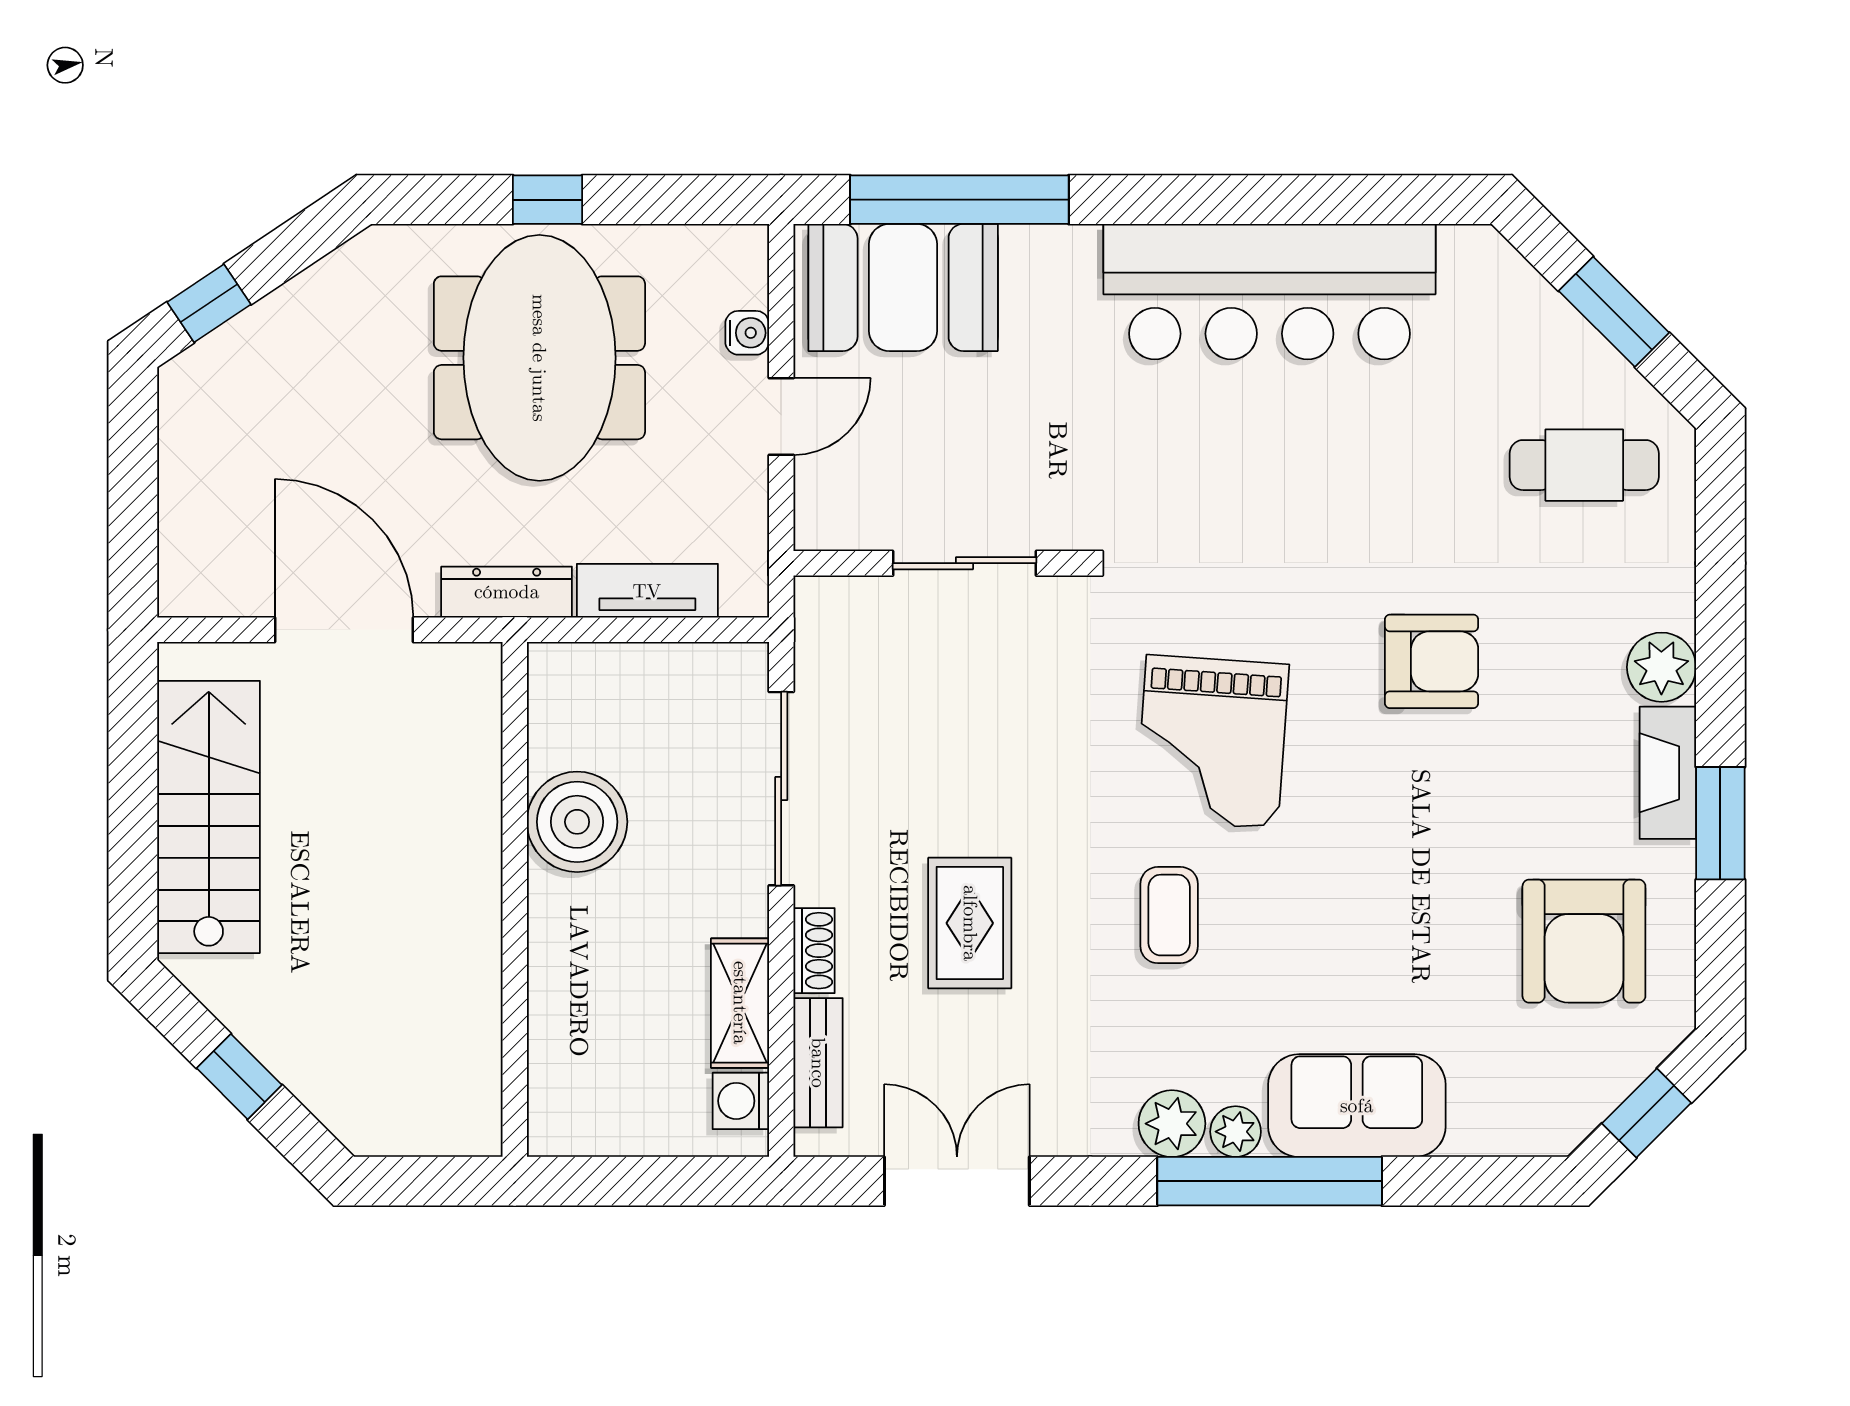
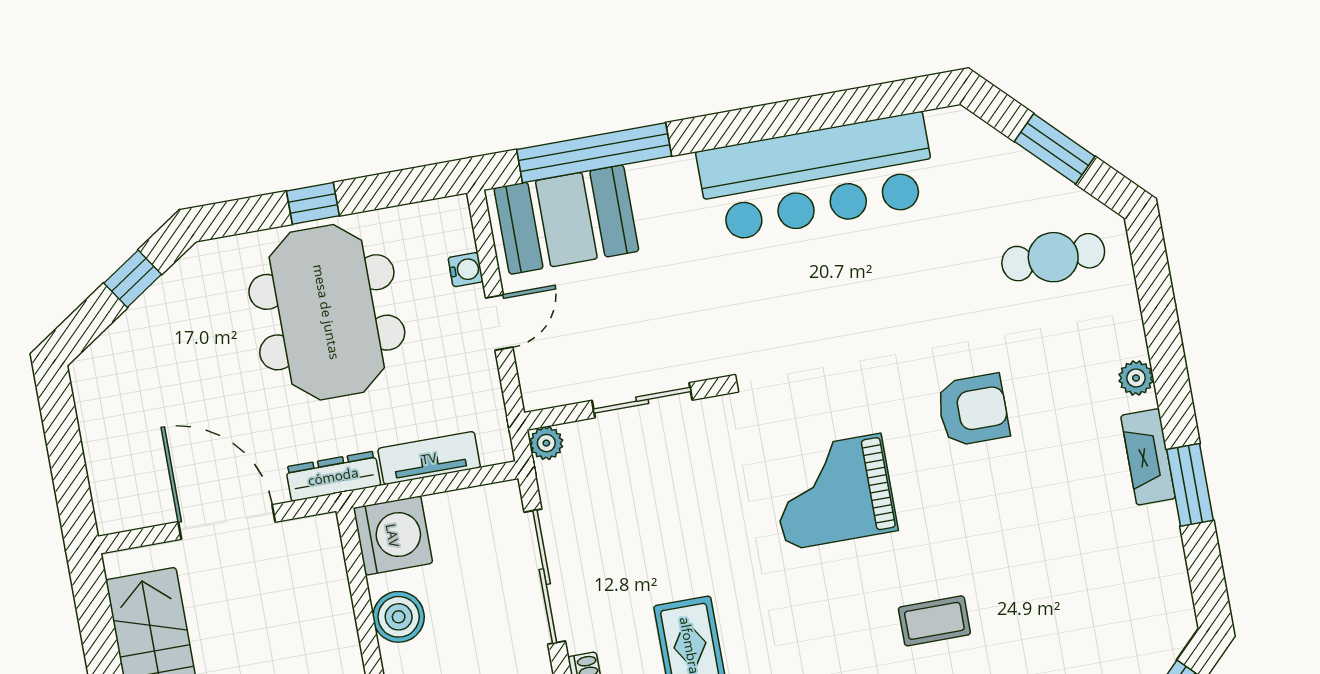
window: (209, 303) -> (133, 279), moved
plant: (818, 600) -> (546, 443), added
plant: (1661, 667) -> (1136, 378), width x0.73, depth x0.73
washing machine: (576, 691) -> (393, 535), added
grand piano: (1212, 742) -> (833, 492), turned 86
boiler: (577, 822) -> (399, 617), width x0.73, depth x0.73
coffee table: (1169, 915) -> (934, 621), moved, turned 90
armchair: (1584, 941) -> (1111, 582), removed

